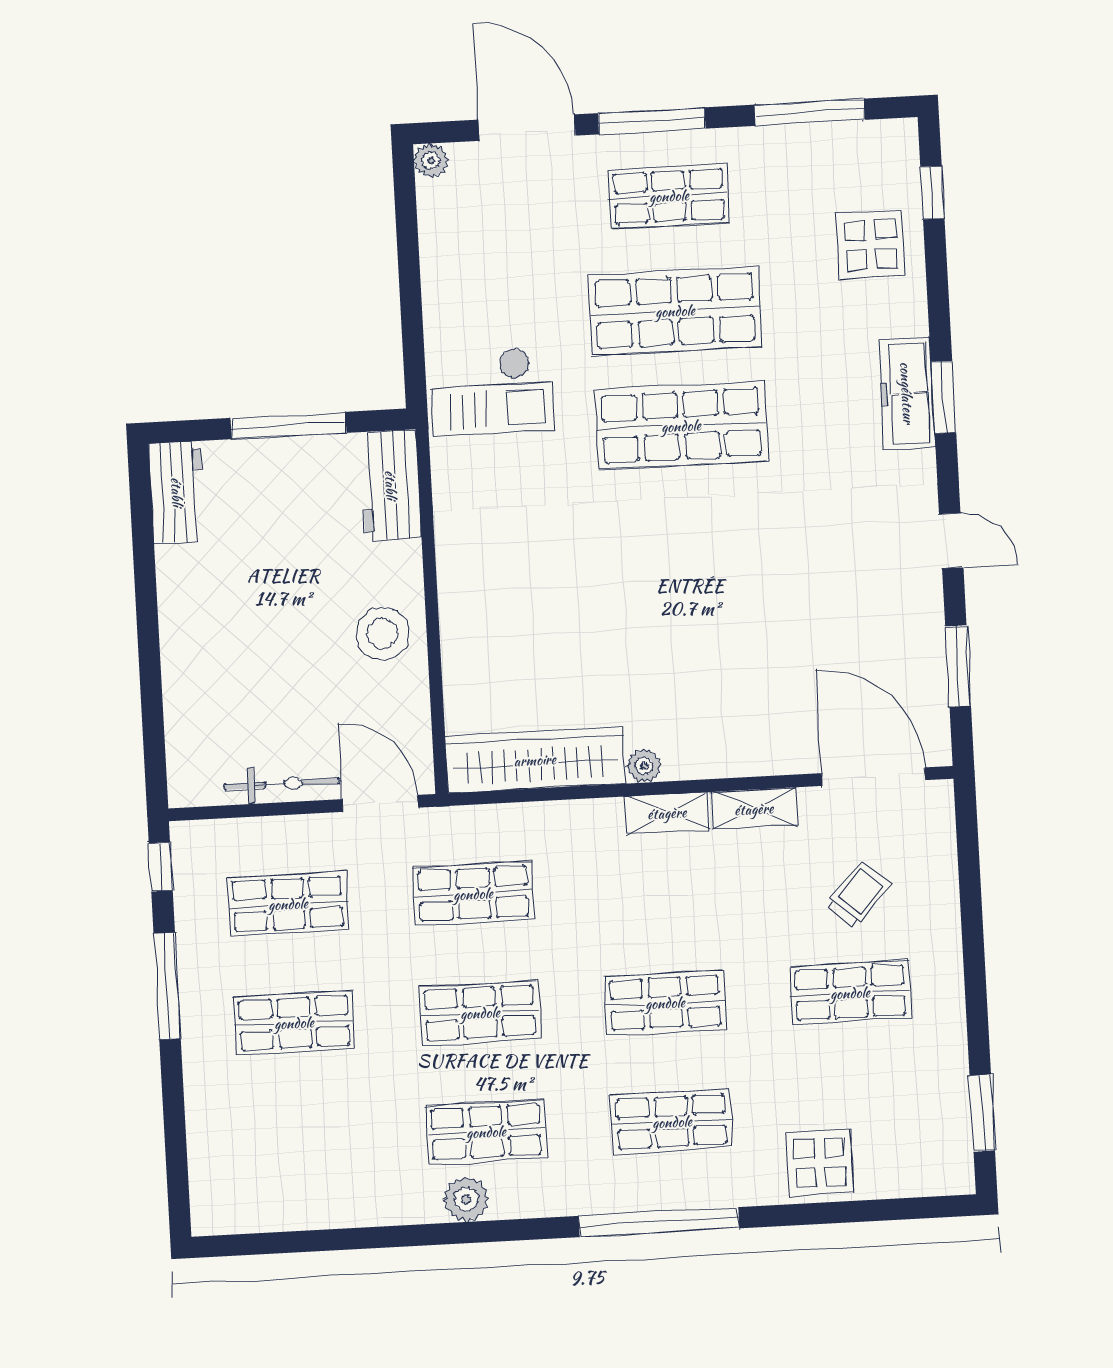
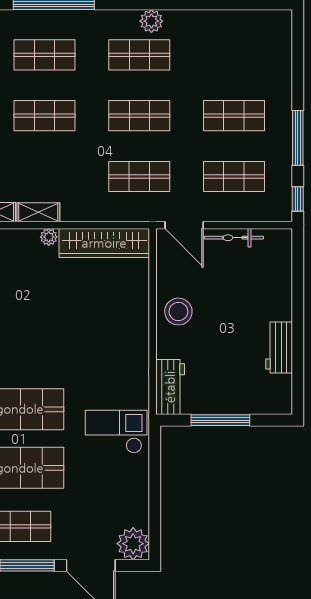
plant: (431, 160) -> (133, 544), width x1.88, depth x1.88
workbench: (177, 492) -> (279, 348), moved

